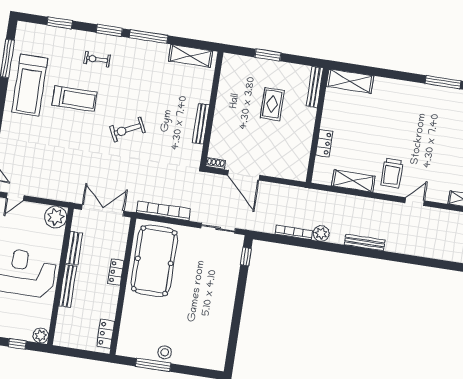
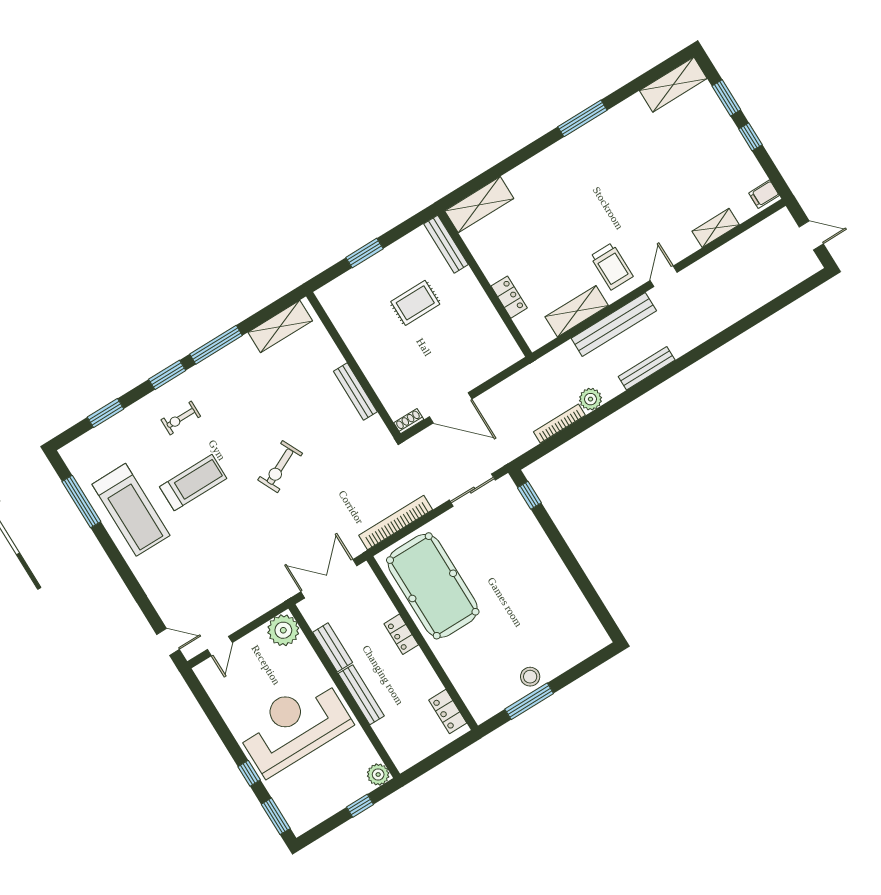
rug: (272, 104) -> (415, 303), turned 90
bench: (367, 205) -> (614, 325), added

